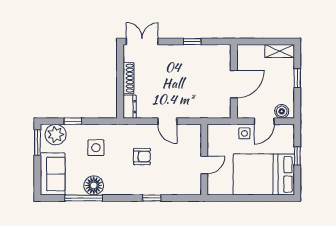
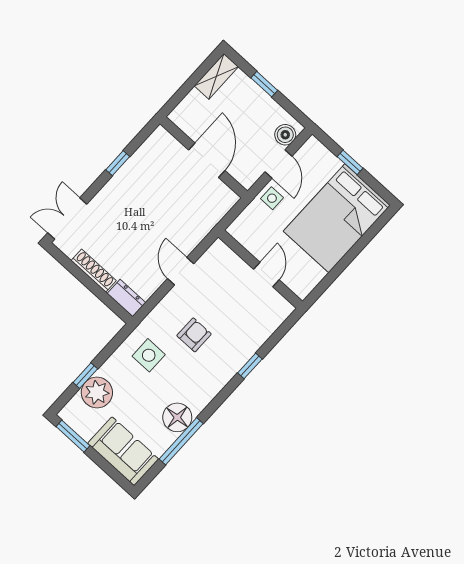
door: (167, 121) -> (181, 271), swing flipped
plant: (56, 135) -> (97, 392), moved
side table: (96, 148) -> (149, 355), moved

